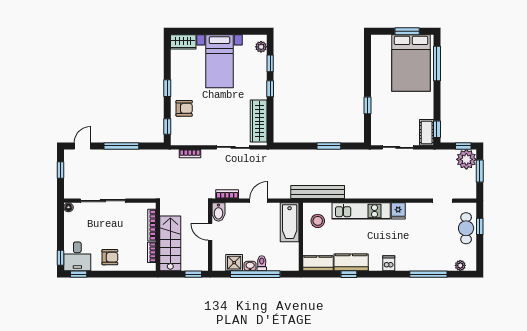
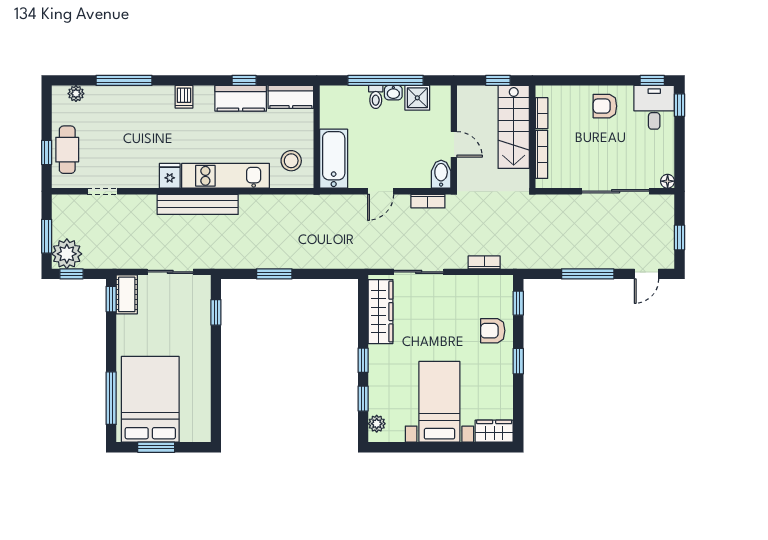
window: (368, 105) -> (216, 312), moved
bench: (318, 192) -> (198, 204), moved
window: (193, 274) -> (498, 80), moved

